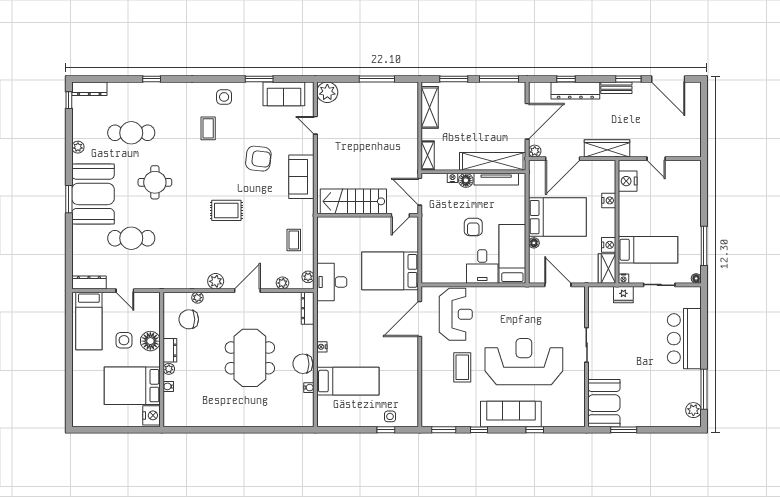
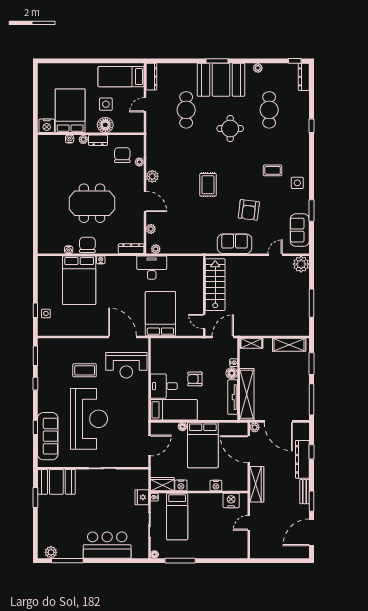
coffee table: (294, 240) -> (185, 238), removed
bed: (348, 381) -> (79, 280), width x1.50
sofa: (511, 414) -> (48, 436), moved

